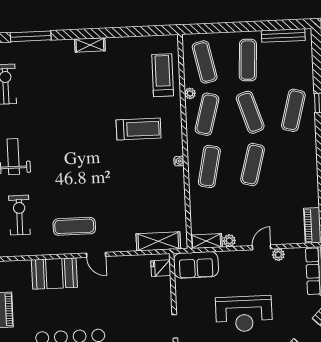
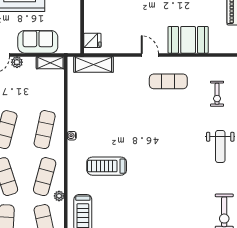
exercise bike: (19, 215) -> (217, 94), width x0.73, depth x0.72
plant: (229, 241) -> (17, 62), moved
sofa: (196, 265) -> (38, 42), moved

